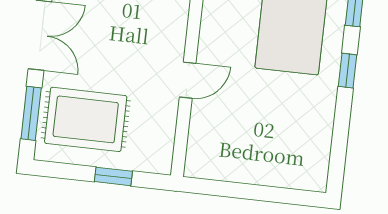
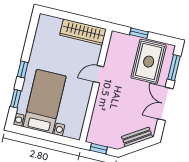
rug: (86, 119) -> (149, 62), turned 90
wardrobe: (231, 164) -> (83, 32), added

